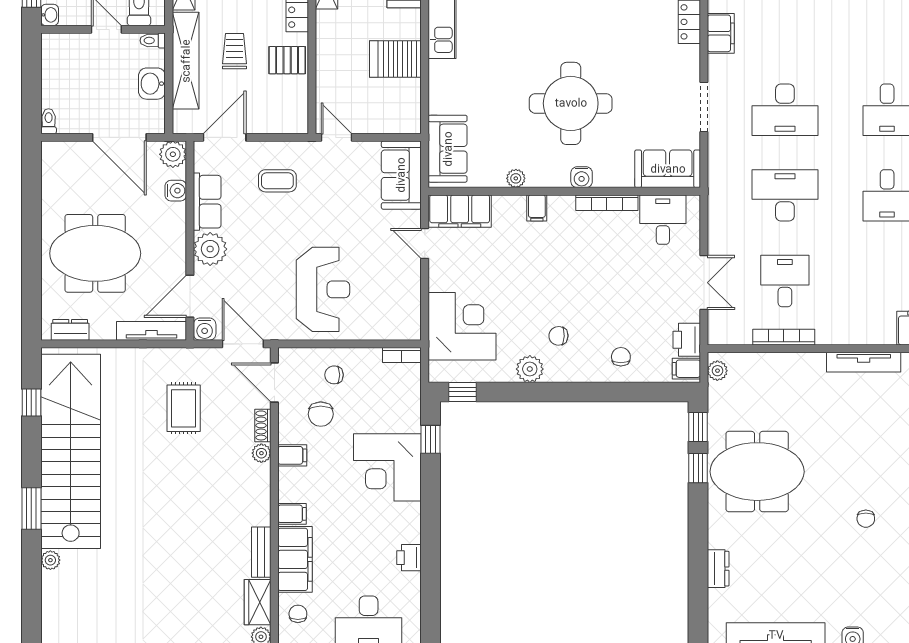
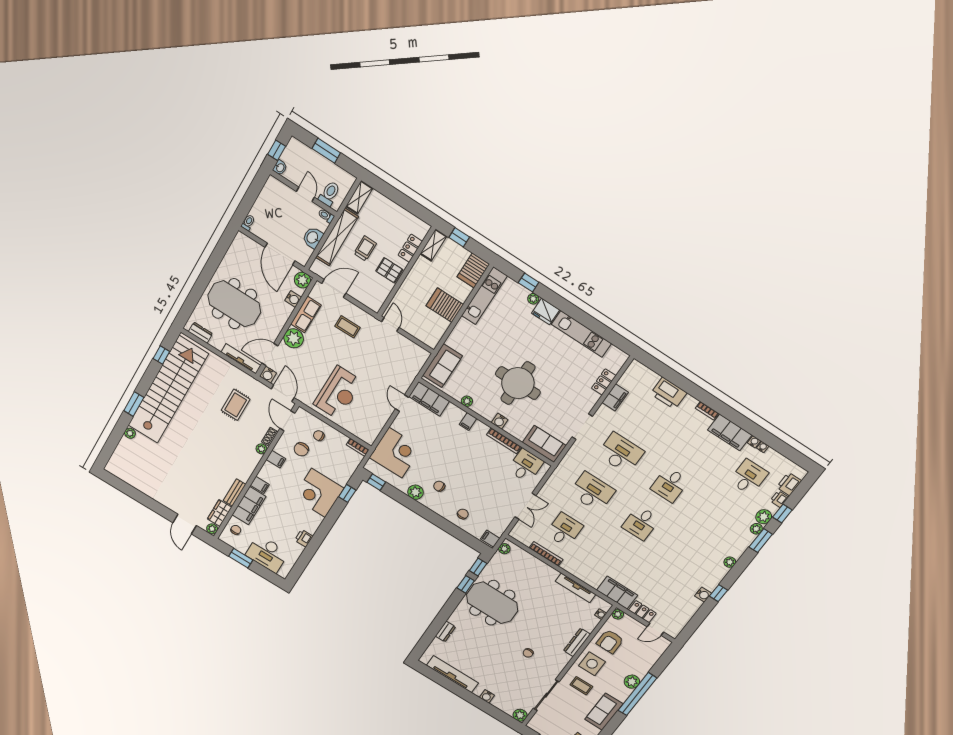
desk: (785, 110) -> (621, 453), turned 180
sofa: (401, 175) -> (411, 364), removed
printer: (687, 340) -> (499, 526), removed

